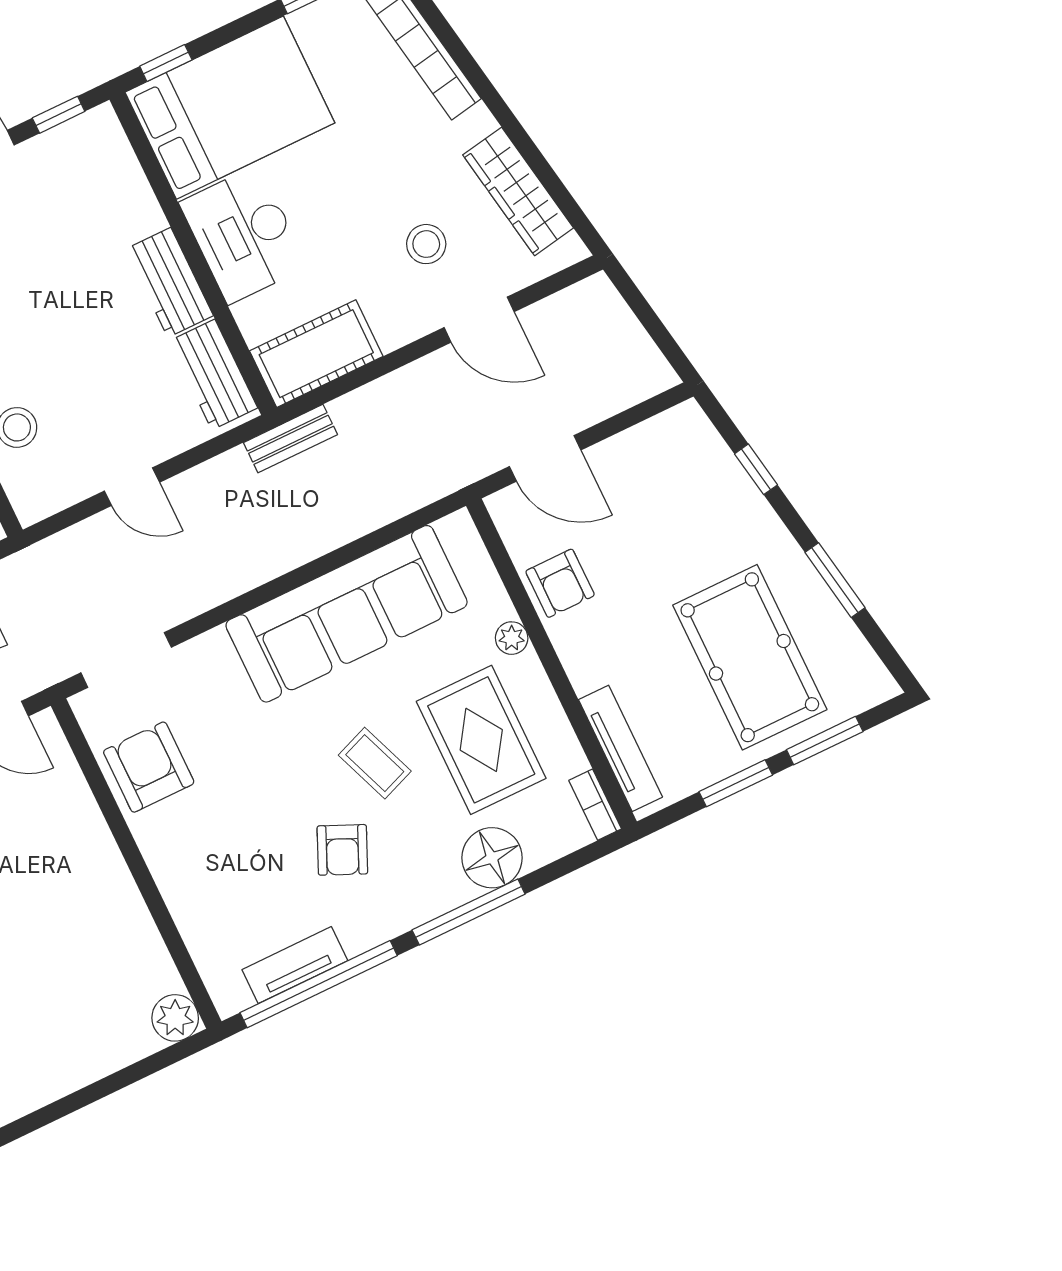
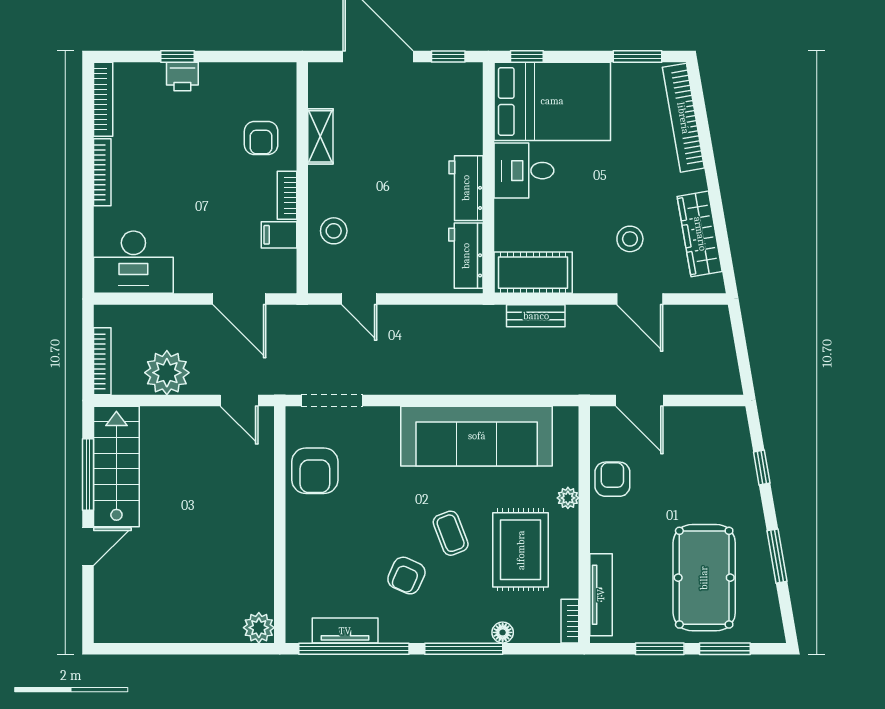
desk: (243, 235) -> (524, 171), width x0.73
bench: (290, 439) -> (536, 316), moved
door: (132, 487) -> (359, 299), moved
armchair: (560, 583) -> (612, 479), turned 180
armchair: (149, 767) -> (315, 471), turned 180
floor lamp: (492, 858) -> (503, 632), width x0.53, depth x0.53

